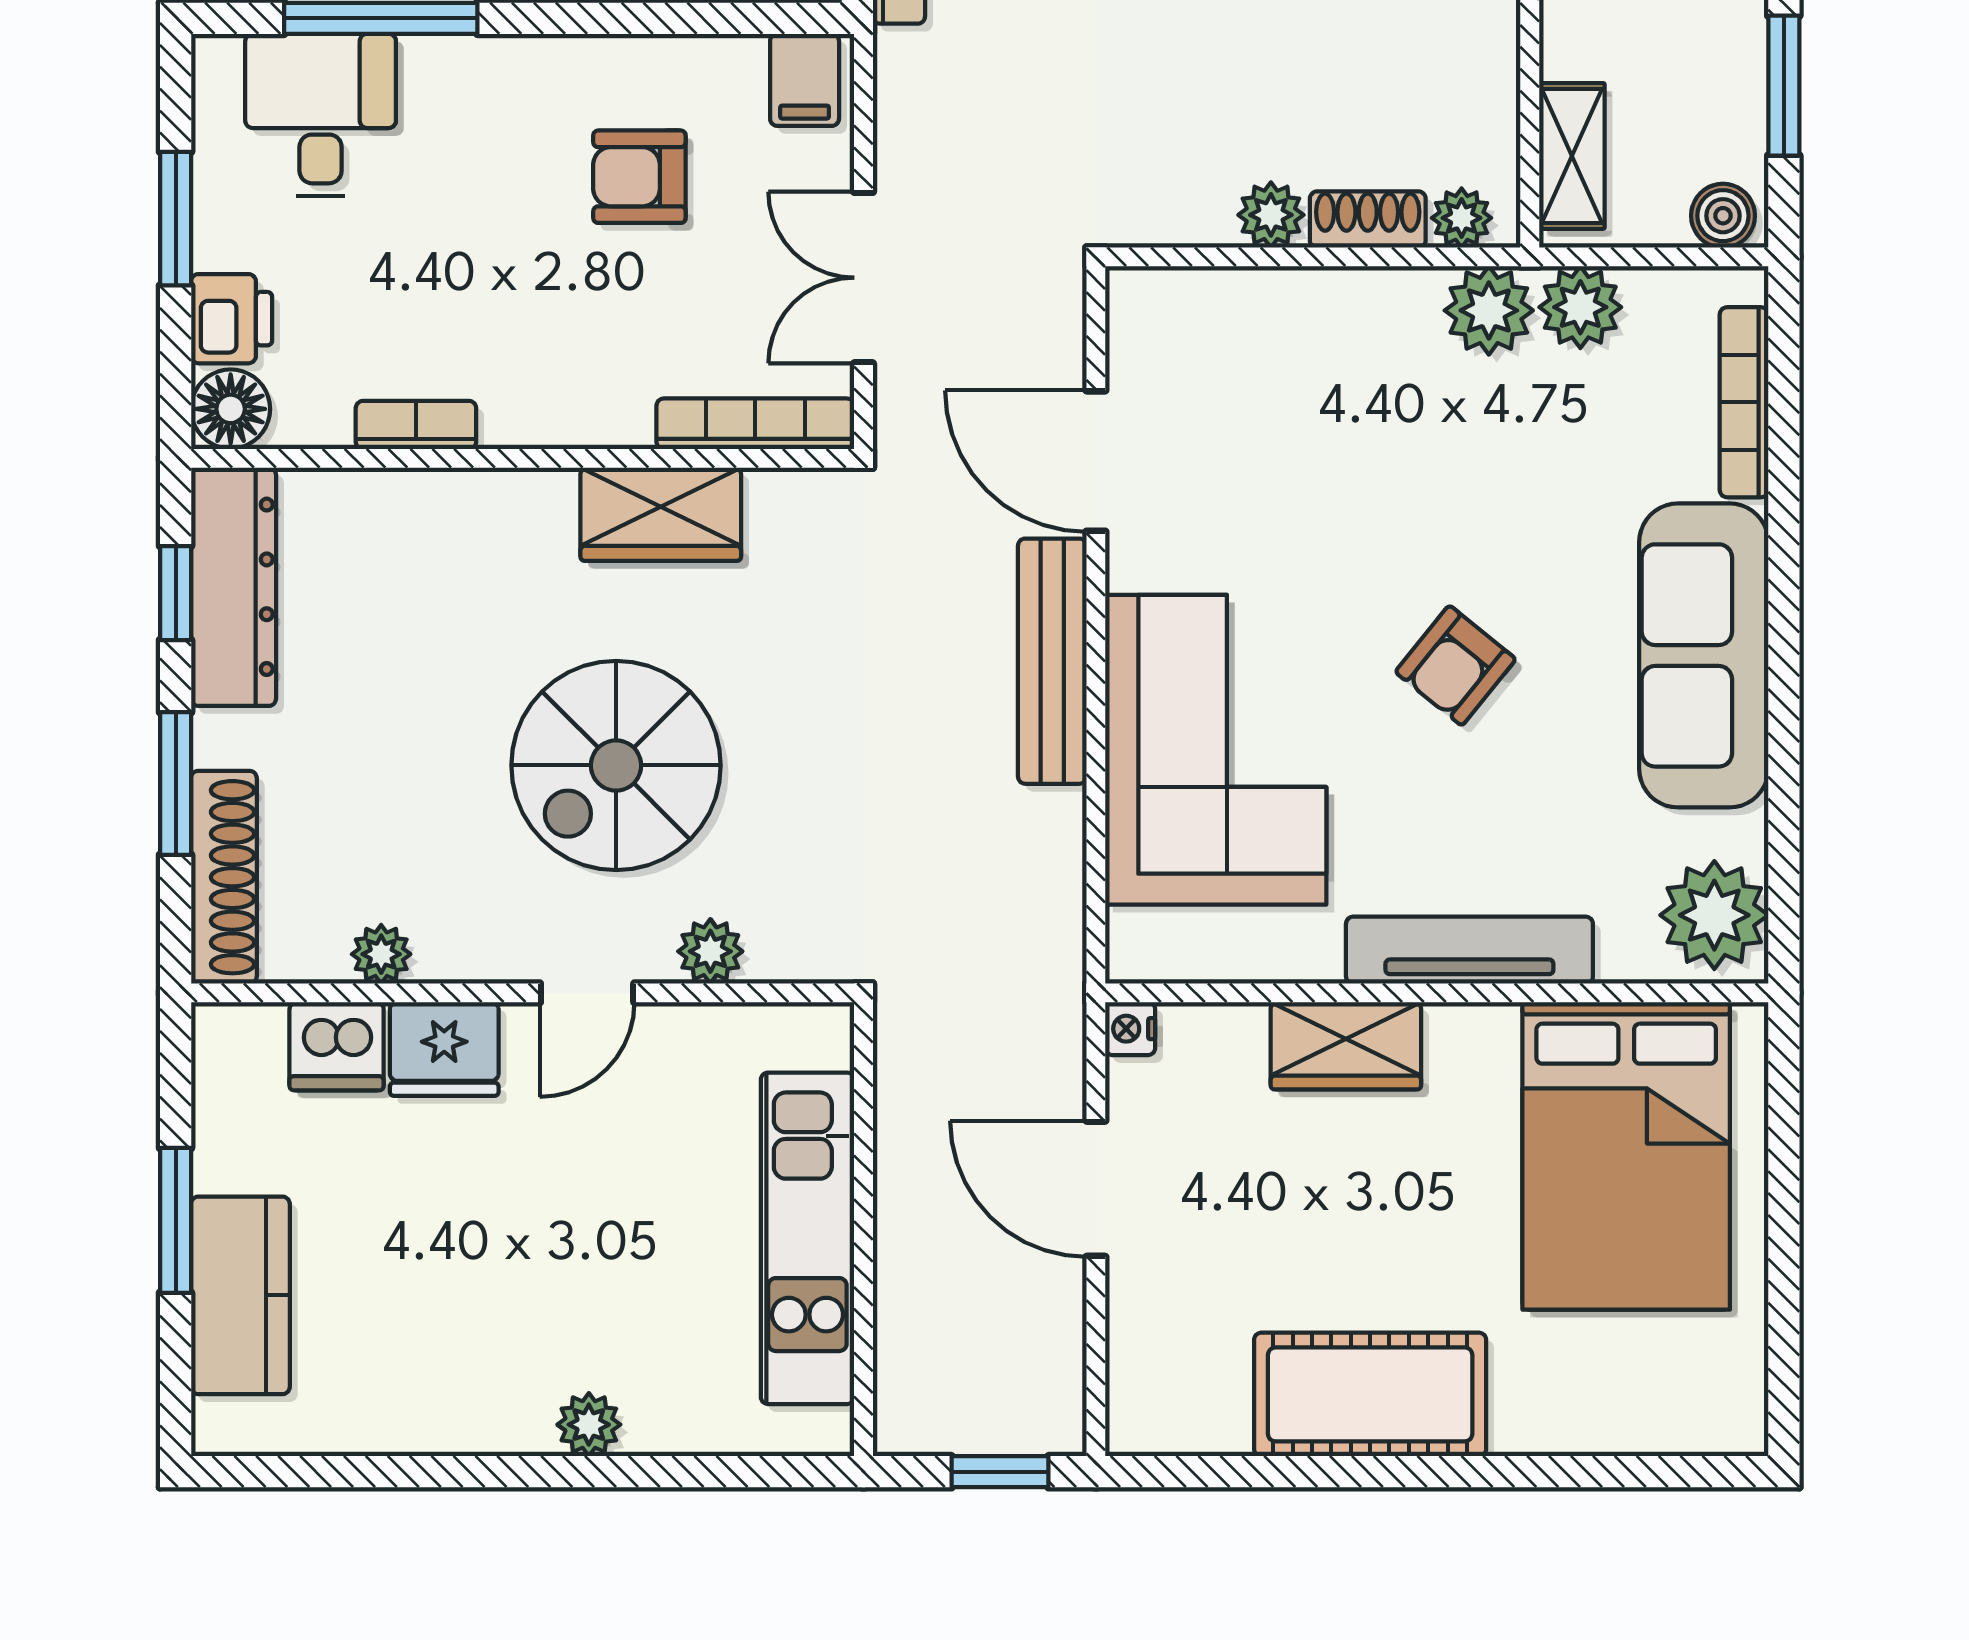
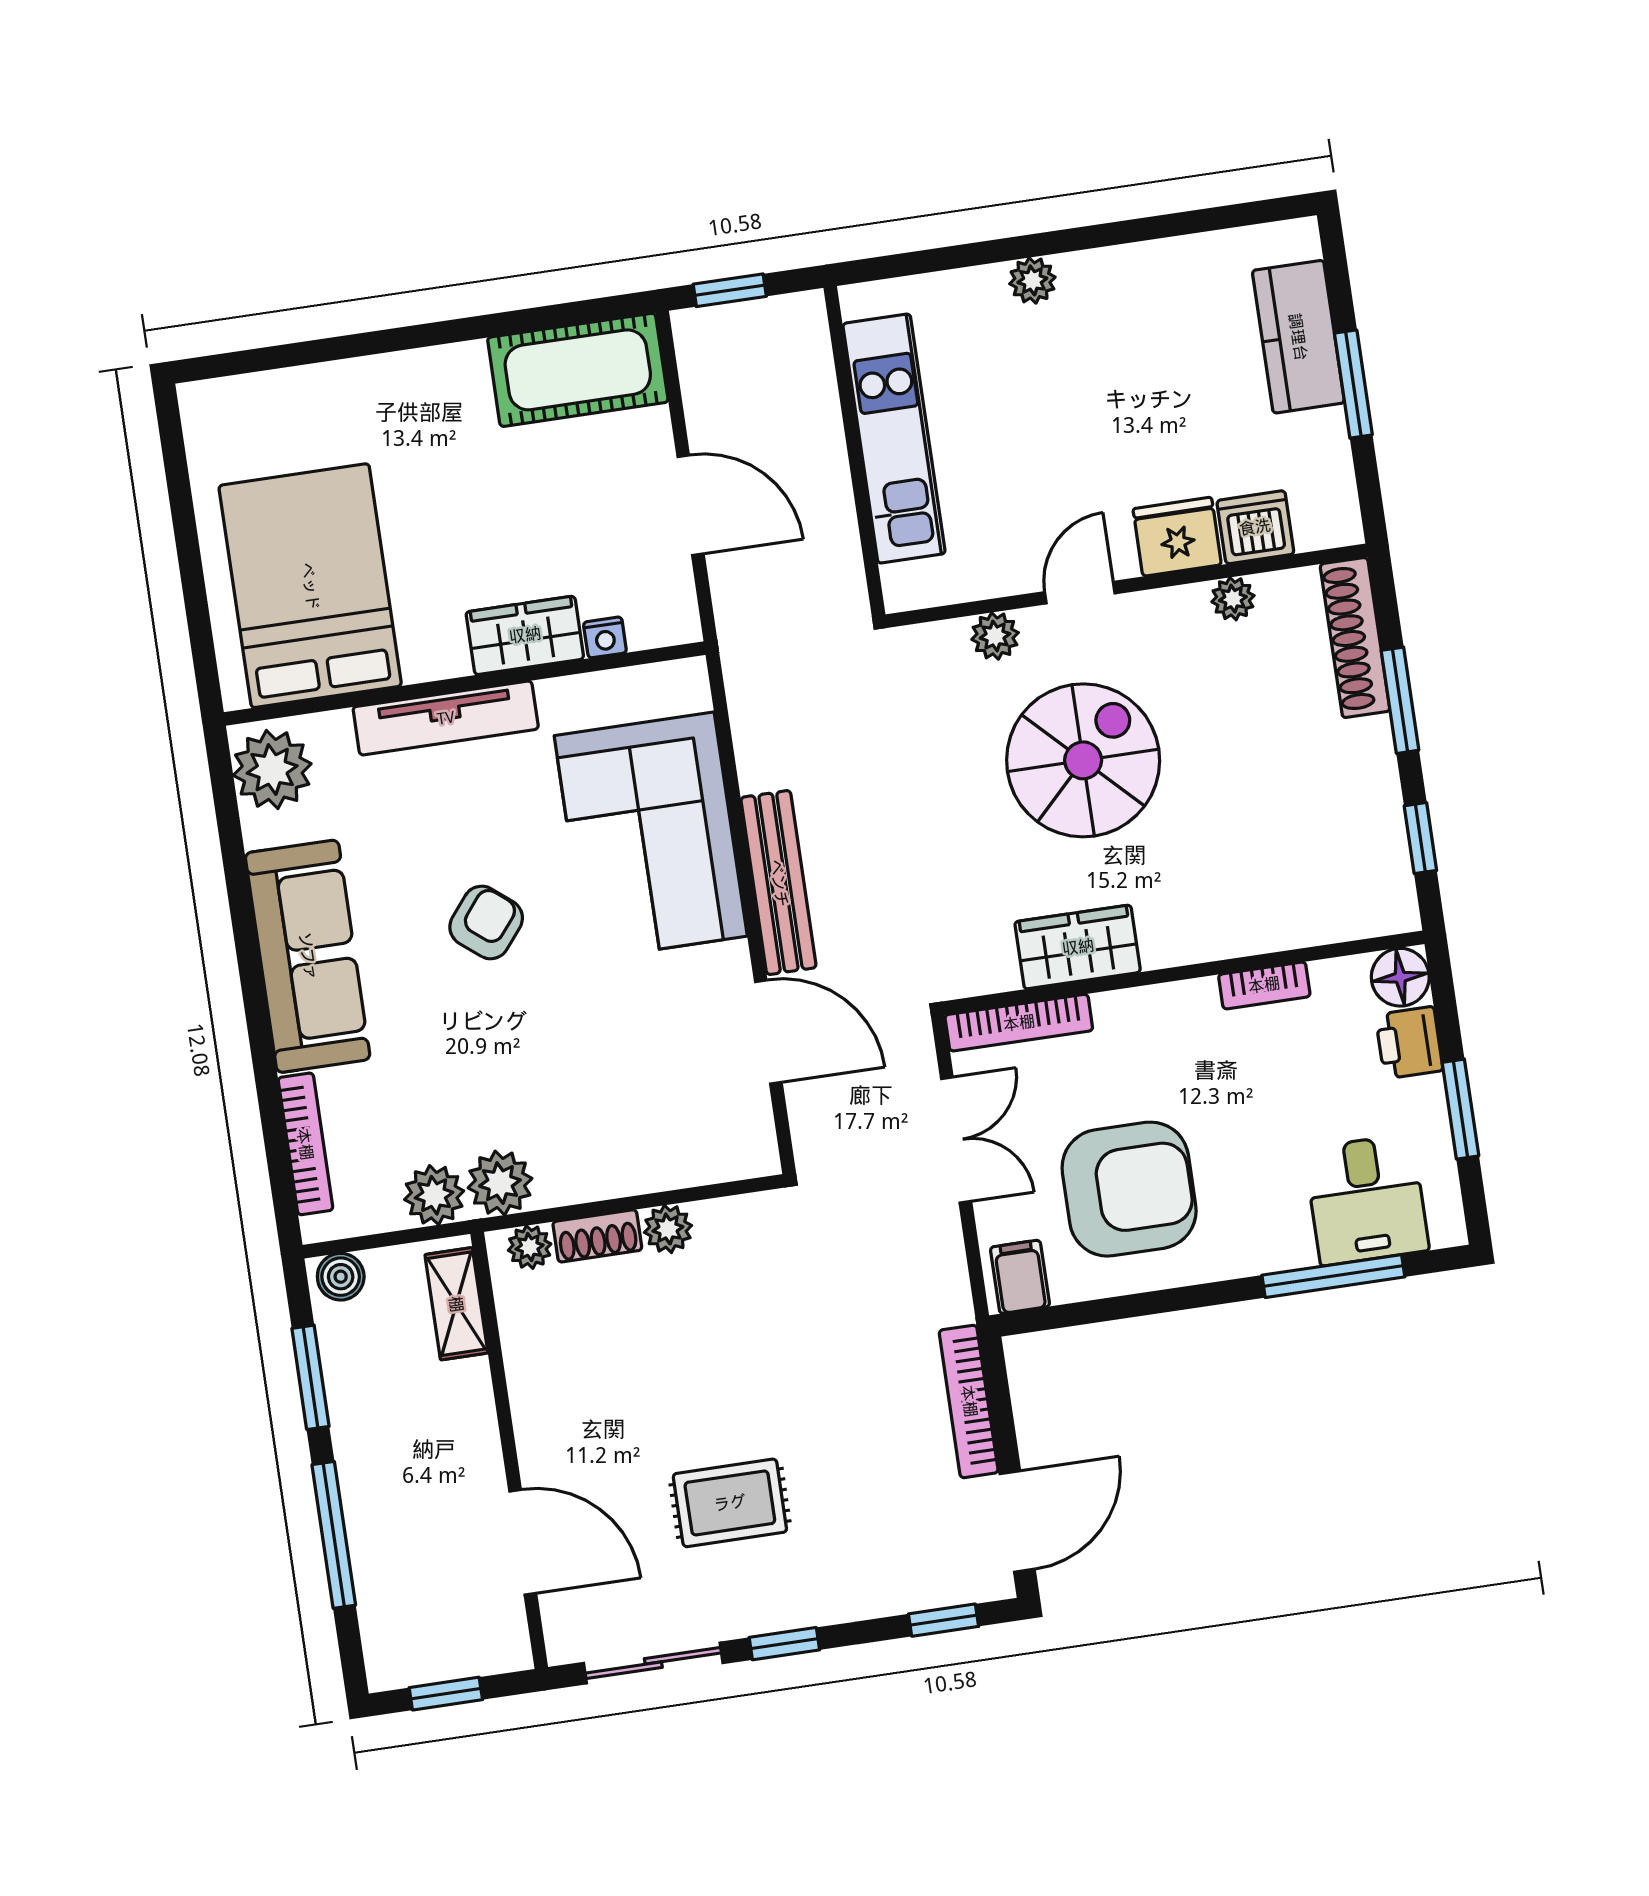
armchair: (639, 177) -> (1129, 1189), width x1.88, depth x1.88
dresser: (234, 587) -> (1379, 849), removed
nightstand: (1130, 1029) -> (605, 637), moved, turned 90
cot: (1370, 1394) -> (578, 370), moved

